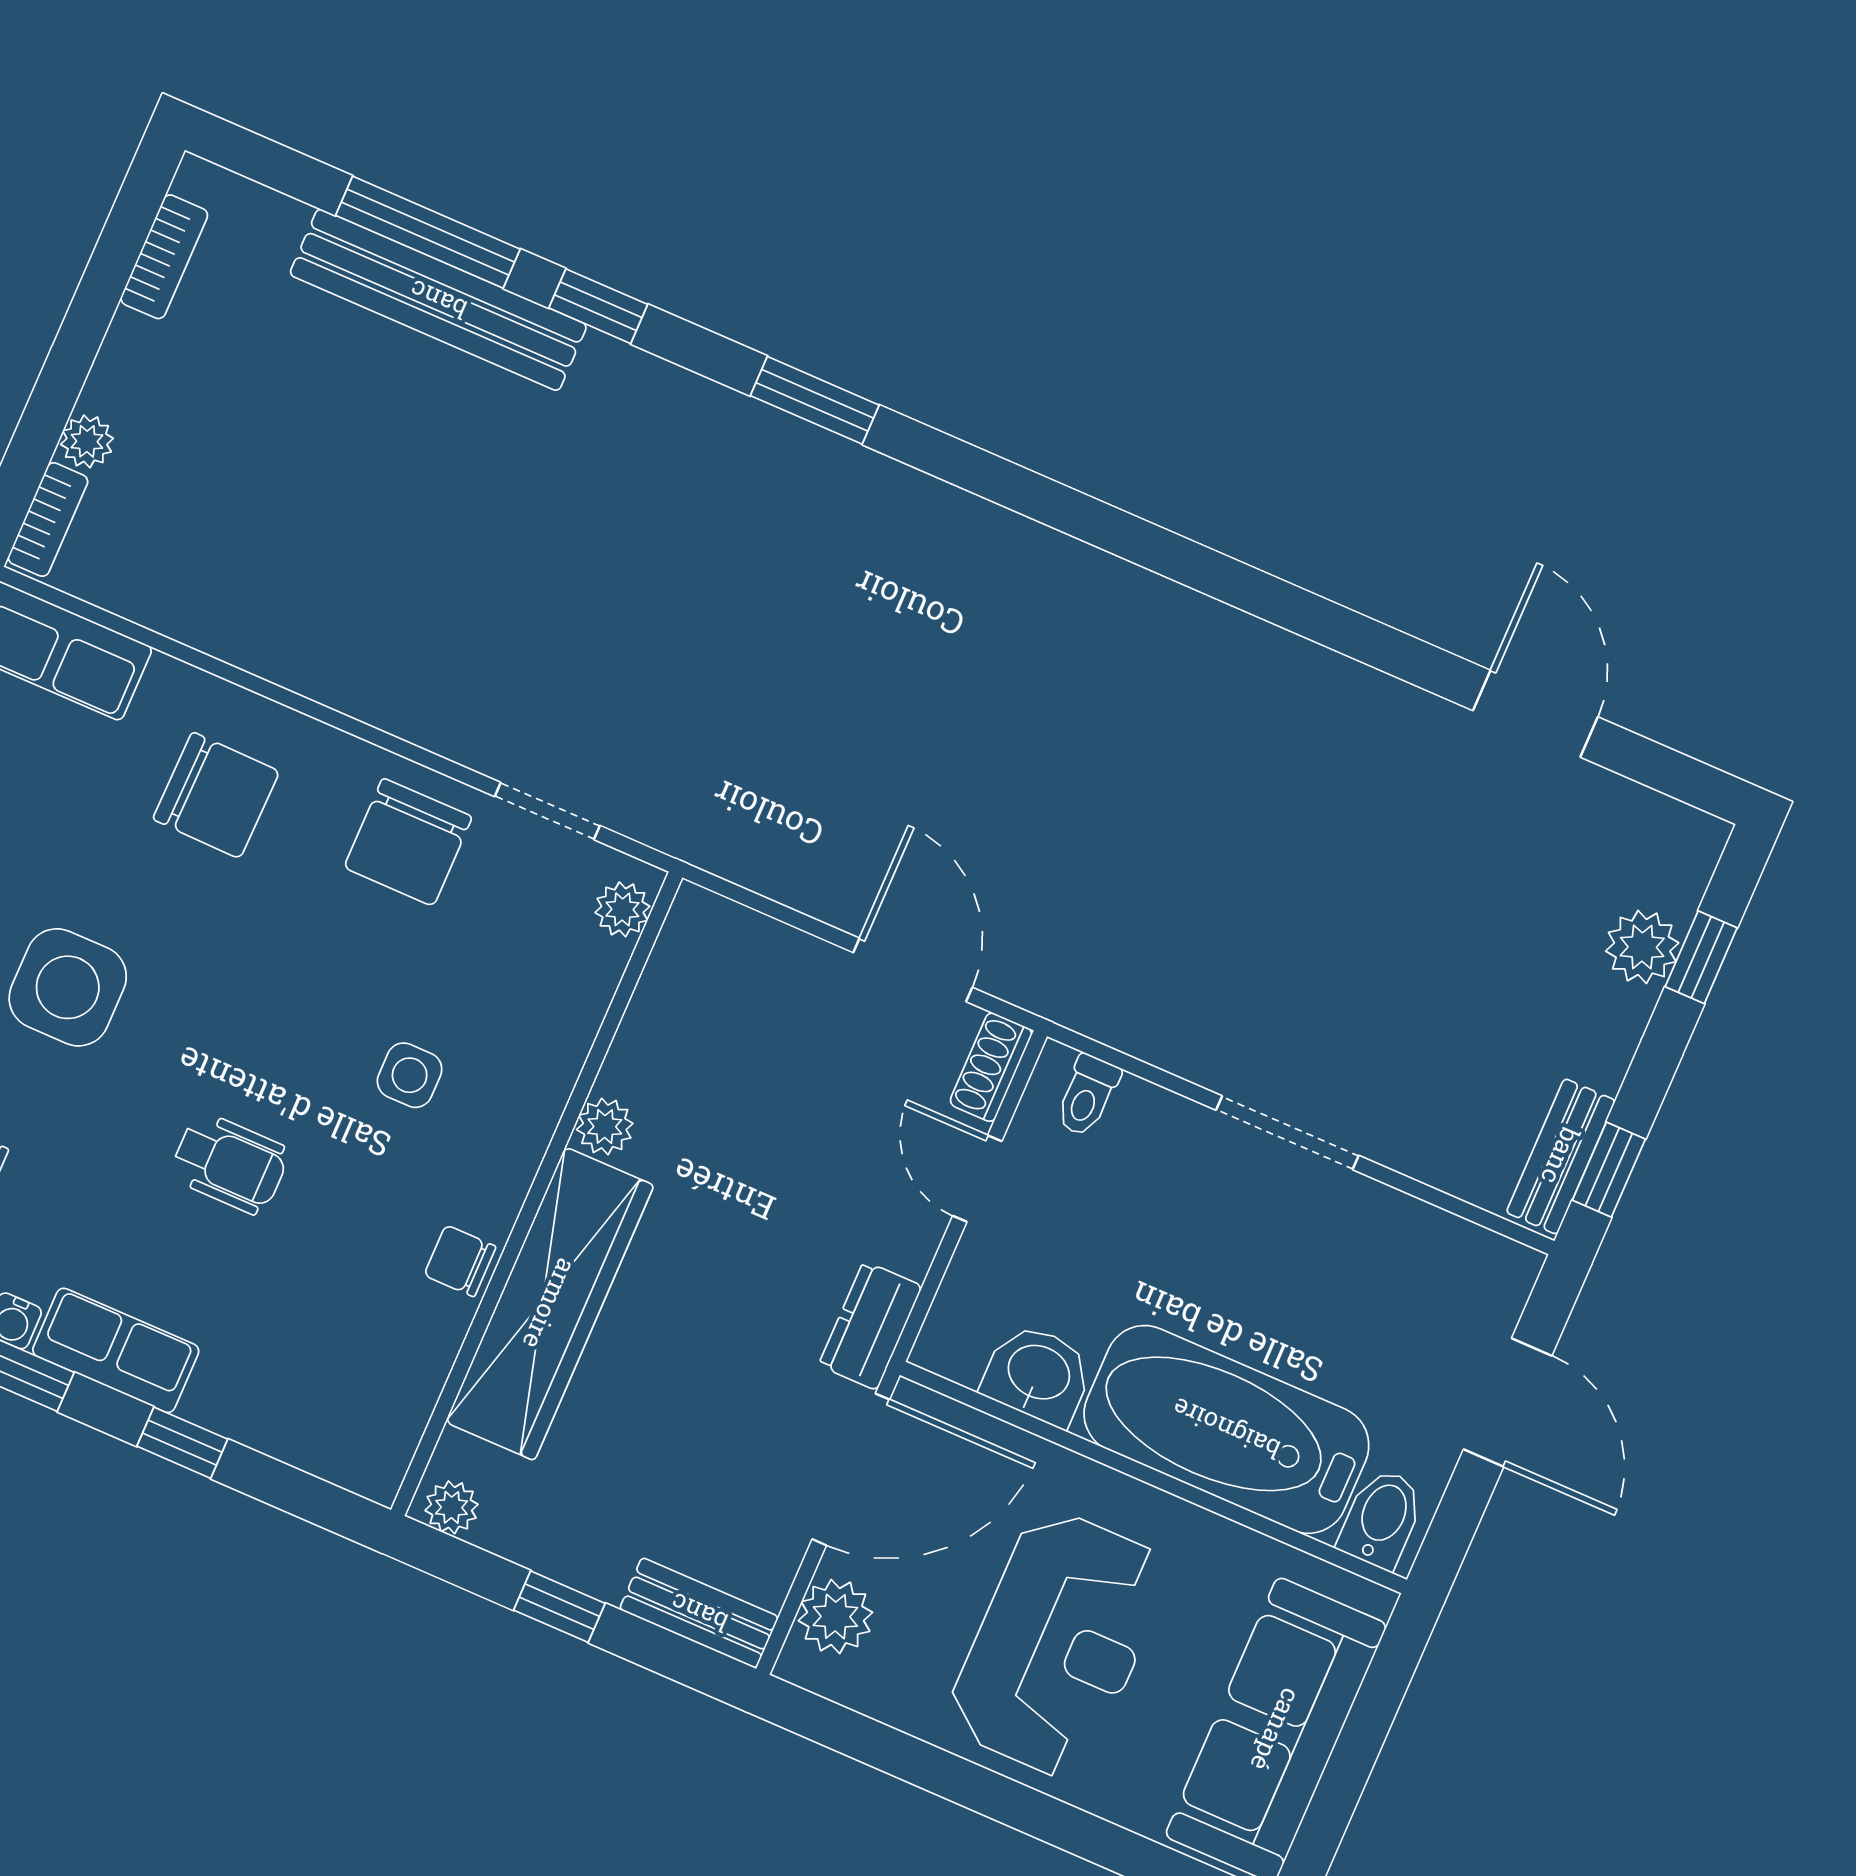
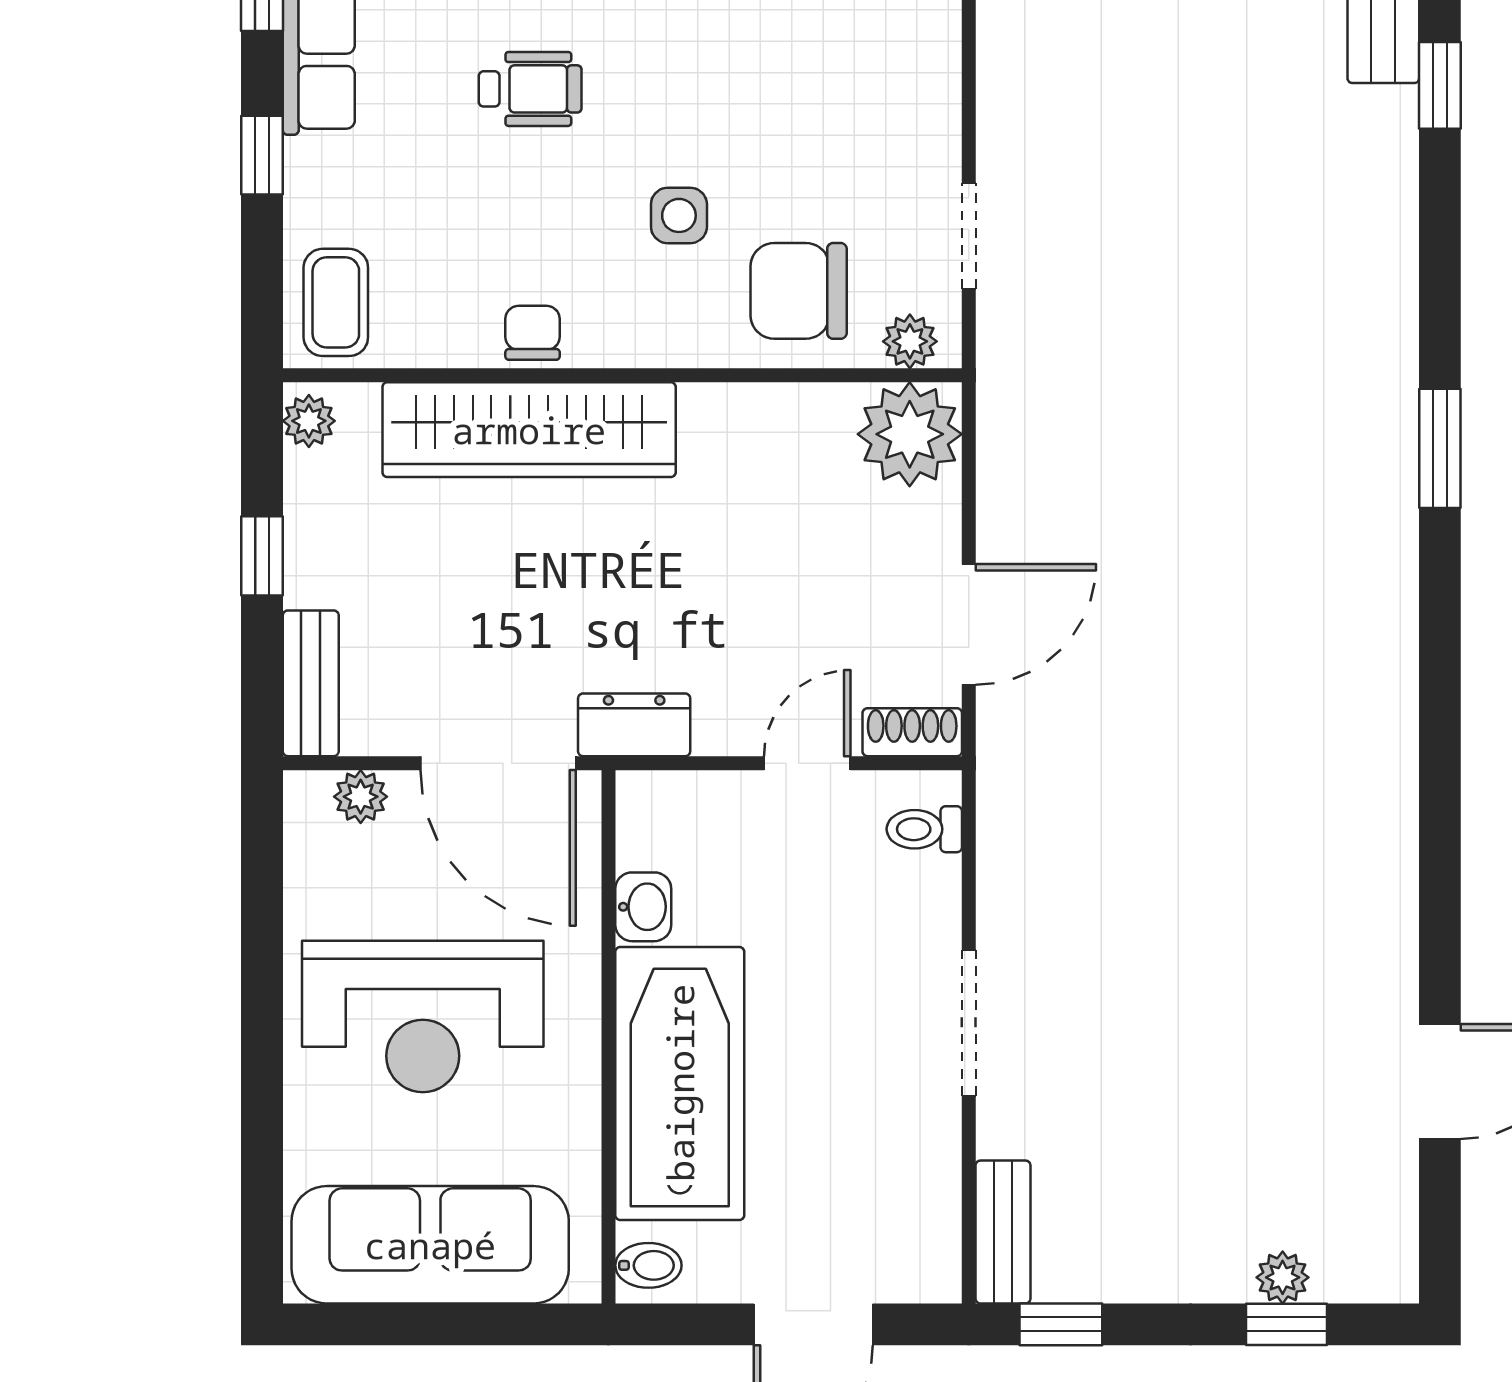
window: (815, 400) -> (1440, 448), moved
chair: (408, 842) -> (799, 291), moved
plant: (1642, 947) -> (1283, 1277), width x0.73, depth x0.73
plant: (605, 1127) -> (910, 434), moved, width x1.88, depth x1.88
bench: (1561, 1156) -> (1003, 1232), moved, turned 90
wheelchair: (230, 1163) -> (530, 89), turned -90
washbasin: (1038, 1374) -> (643, 907), width x0.72, depth x0.69
coffee table: (351, 1434) -> (336, 302), added
bidet: (1381, 1519) -> (648, 1265), width x0.72, depth x0.74
plant: (835, 1617) -> (361, 797), width x0.73, depth x0.73

